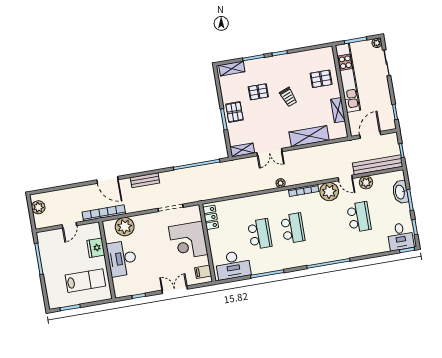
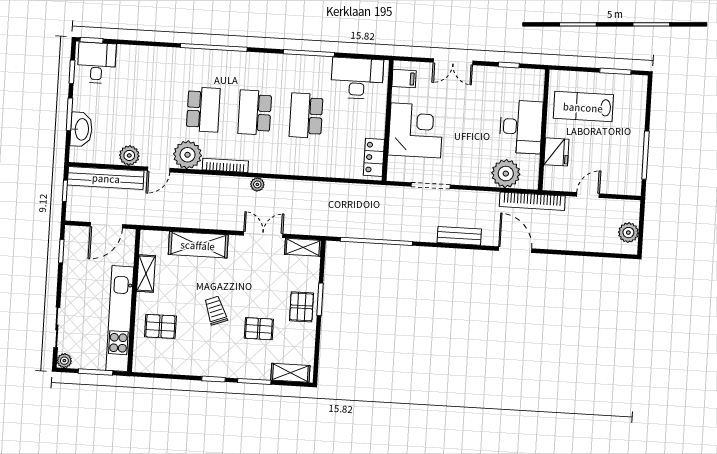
door: (345, 178) -> (159, 169), swing flipped
school desk: (359, 217) -> (203, 109), moved, turned 180

